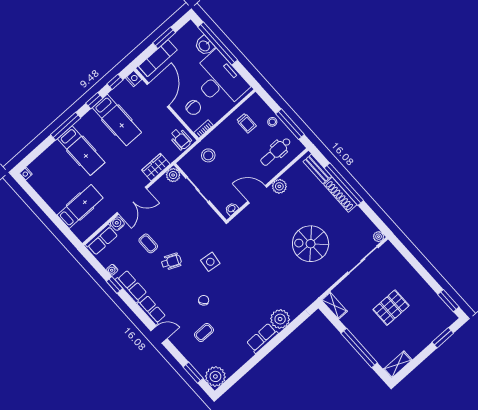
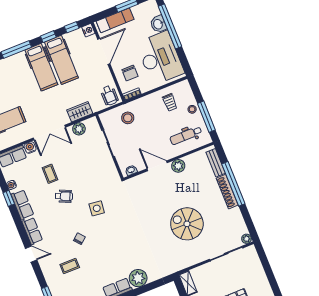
hospital bed: (81, 151) -> (41, 67), moved
plant: (173, 175) -> (79, 129), moved

